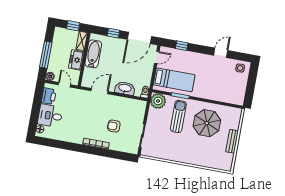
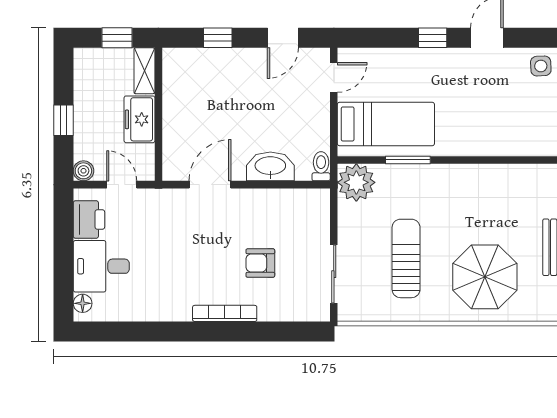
door: (139, 38) -> (283, 38), width x0.53
window: (182, 46) -> (433, 38), moved
bathtub: (93, 54) -> (178, 97), removed
window: (46, 55) -> (63, 120), width x0.46
sun lounger: (178, 116) -> (406, 258), moved
parasol: (207, 123) -> (485, 277), moved

